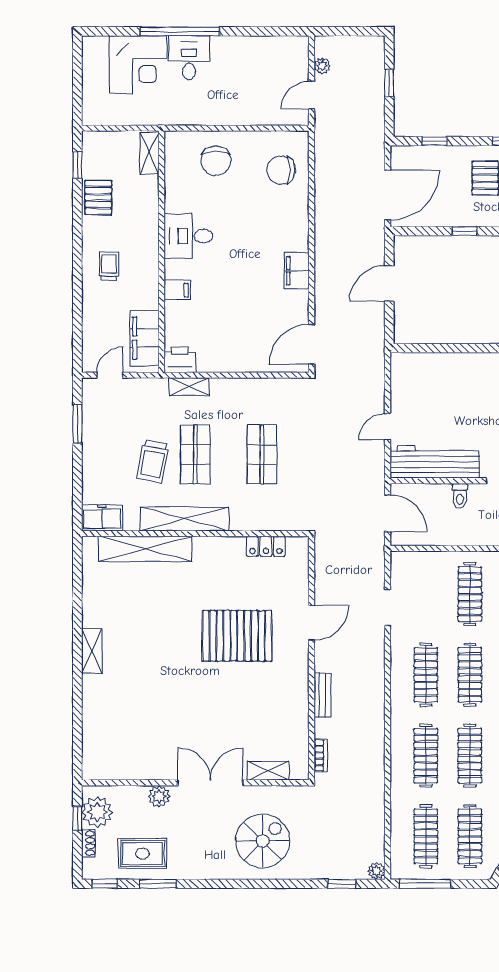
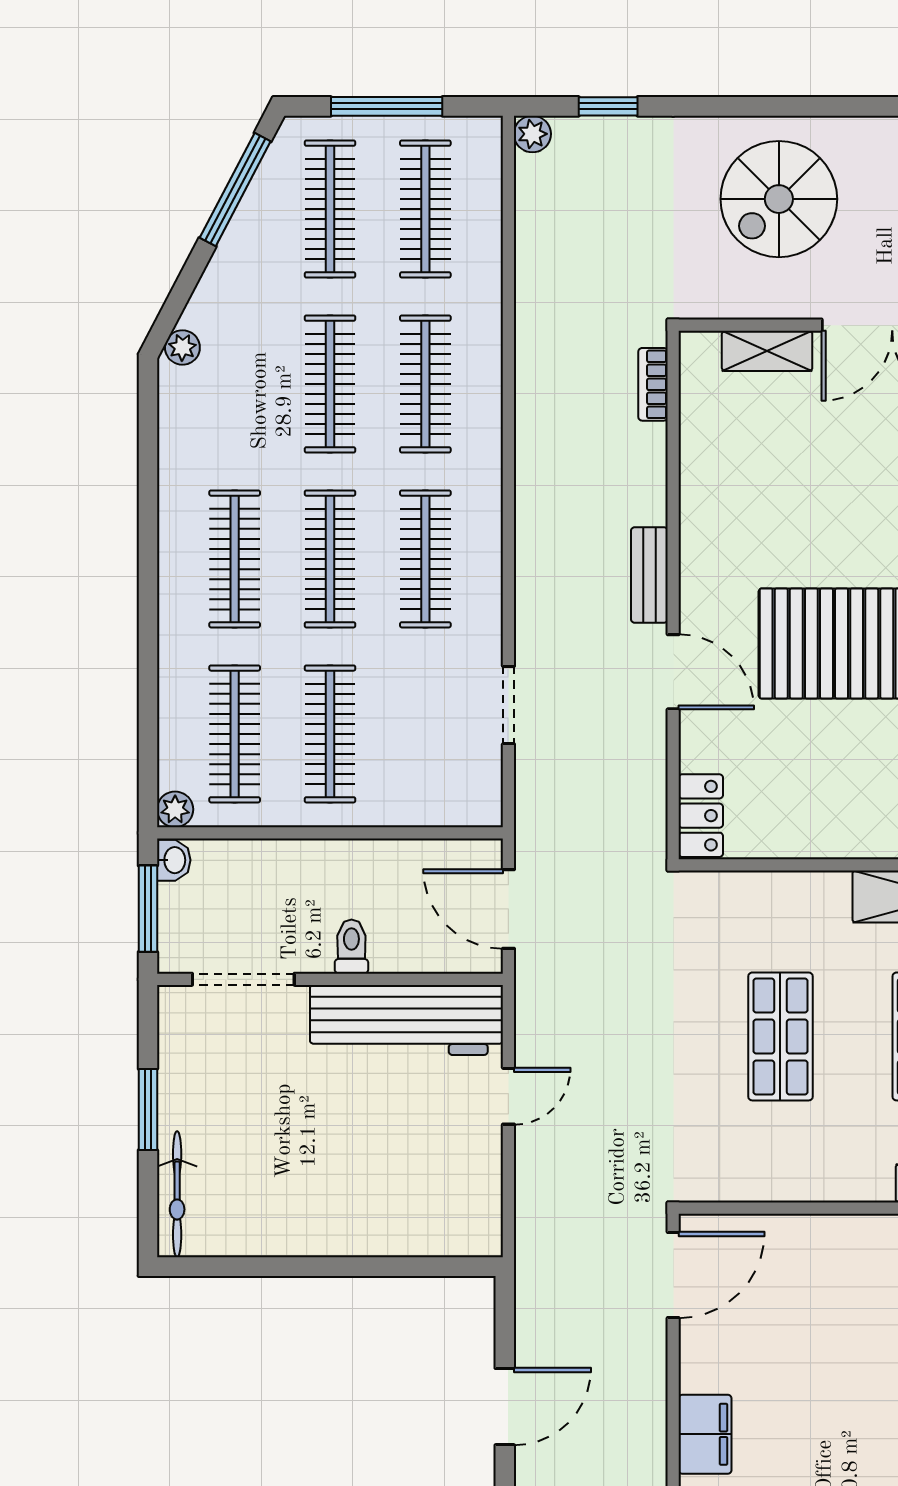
locker: (266, 546) -> (701, 816), moved, turned 90
door: (311, 623) -> (673, 672), swing flipped
bench: (322, 695) -> (649, 575), moved
window: (425, 884) -> (387, 106), moved

